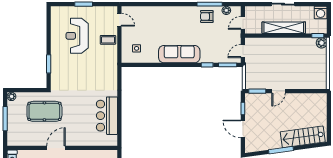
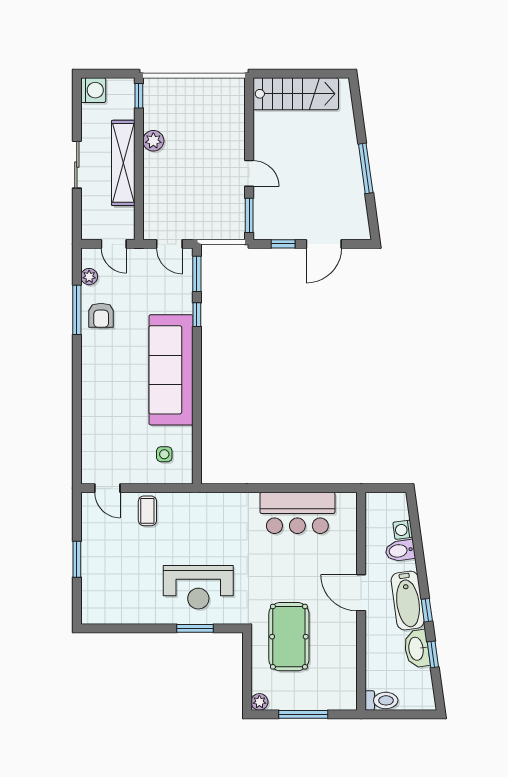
door: (119, 20) -> (107, 488), swing flipped
reception desk: (77, 36) -> (198, 587), moved
plant: (322, 43) -> (153, 141), moved
sofa: (179, 54) -> (171, 370), width x1.36, depth x1.27
stairs: (303, 137) -> (296, 94), moved, turned -82
door: (56, 148) -> (361, 593), moved

